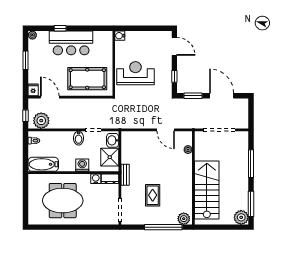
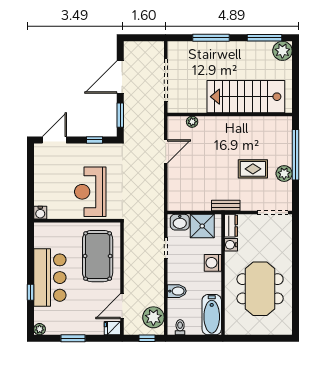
bidet: (79, 138) -> (177, 291), moved
plant: (184, 219) -> (284, 174), moved

